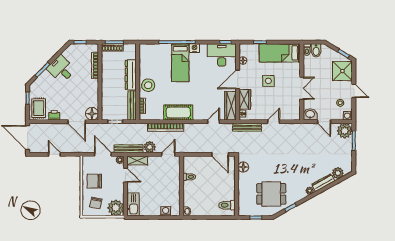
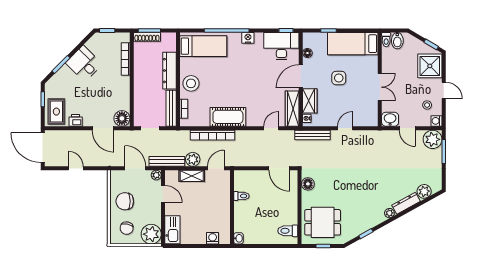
bed: (180, 63) -> (203, 46), moved, turned -90
shelving: (137, 160) -> (192, 176), moved
dining table: (271, 194) -> (323, 222), moved

